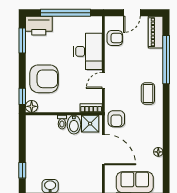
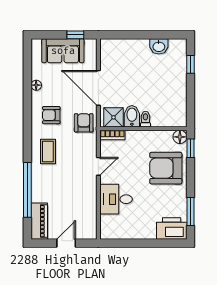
window: (66, 13) -> (141, 243), removed
armchair: (115, 38) -> (51, 115), moved
desk: (88, 51) -> (116, 199), width x0.73

